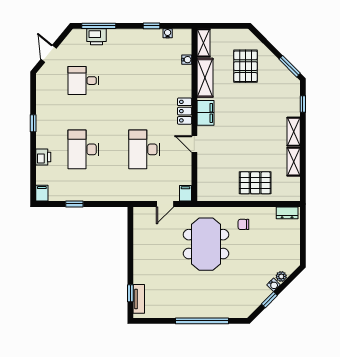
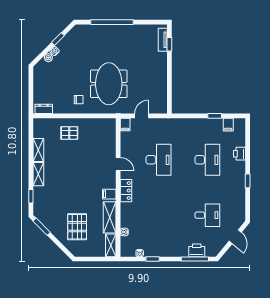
filing cabinet: (205, 113) -> (109, 194), width x0.50
pallet: (255, 183) -> (69, 133), width x0.67, depth x0.71
filing cabinet: (42, 193) -> (228, 125), moved

